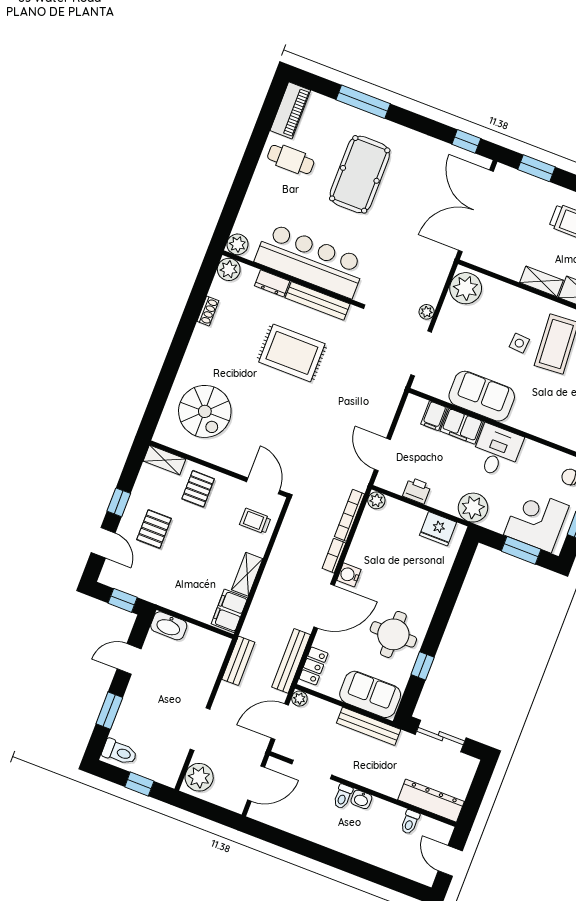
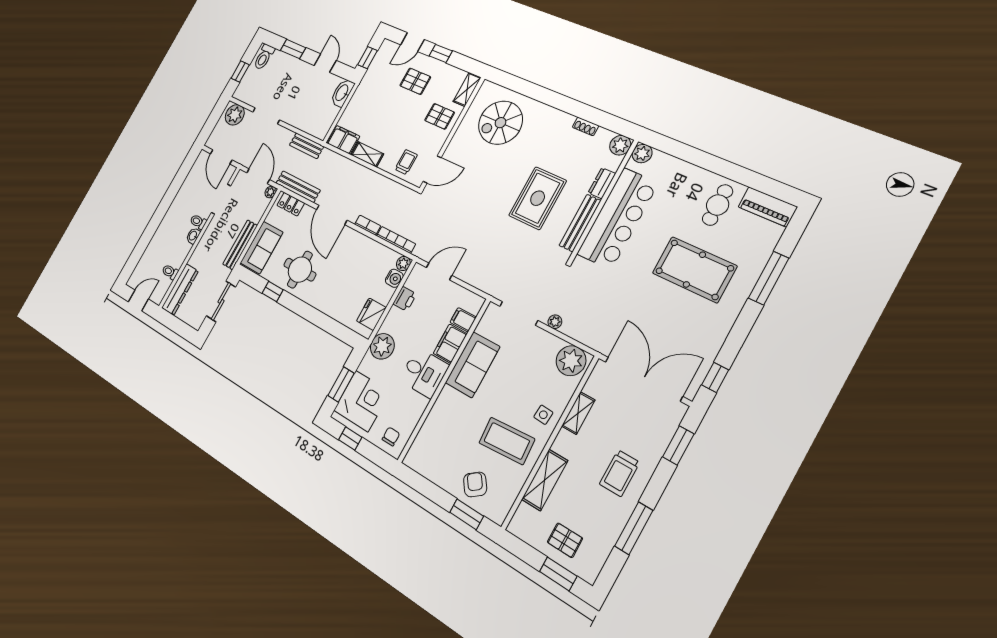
shelving: (541, 281) -> (578, 413), moved
side table: (519, 343) -> (543, 415), moved
water cooler: (349, 575) -> (394, 278), moved, turned 90

